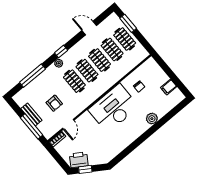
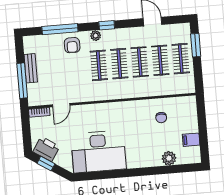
armchair: (54, 103) -> (72, 45), moved
desk: (114, 108) -> (98, 152), moved, turned 180
plant: (152, 119) -> (169, 158), moved

